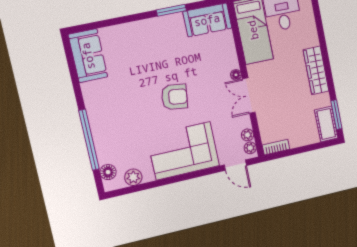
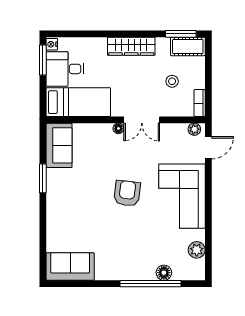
stool: (291, 116) -> (172, 81), added
plant: (248, 135) -> (181, 129), removed
floor lamp: (108, 172) -> (164, 273), moved

